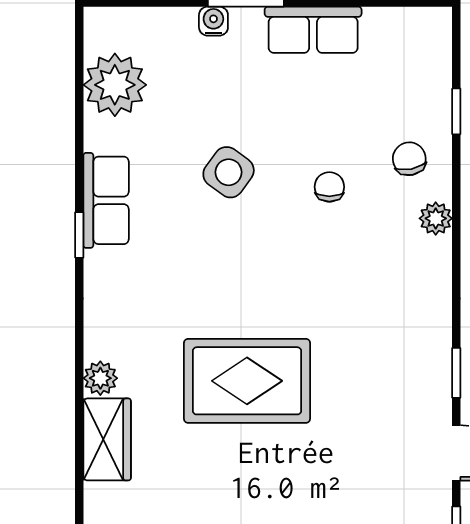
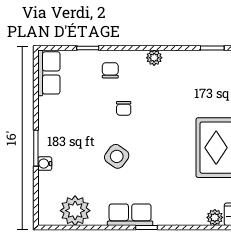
row of seats: (313, 30) -> (49, 73), moved
chair: (409, 159) -> (110, 70), turned 101
chair: (329, 187) -> (124, 108), turned -90
plant: (436, 218) -> (154, 58), moved

